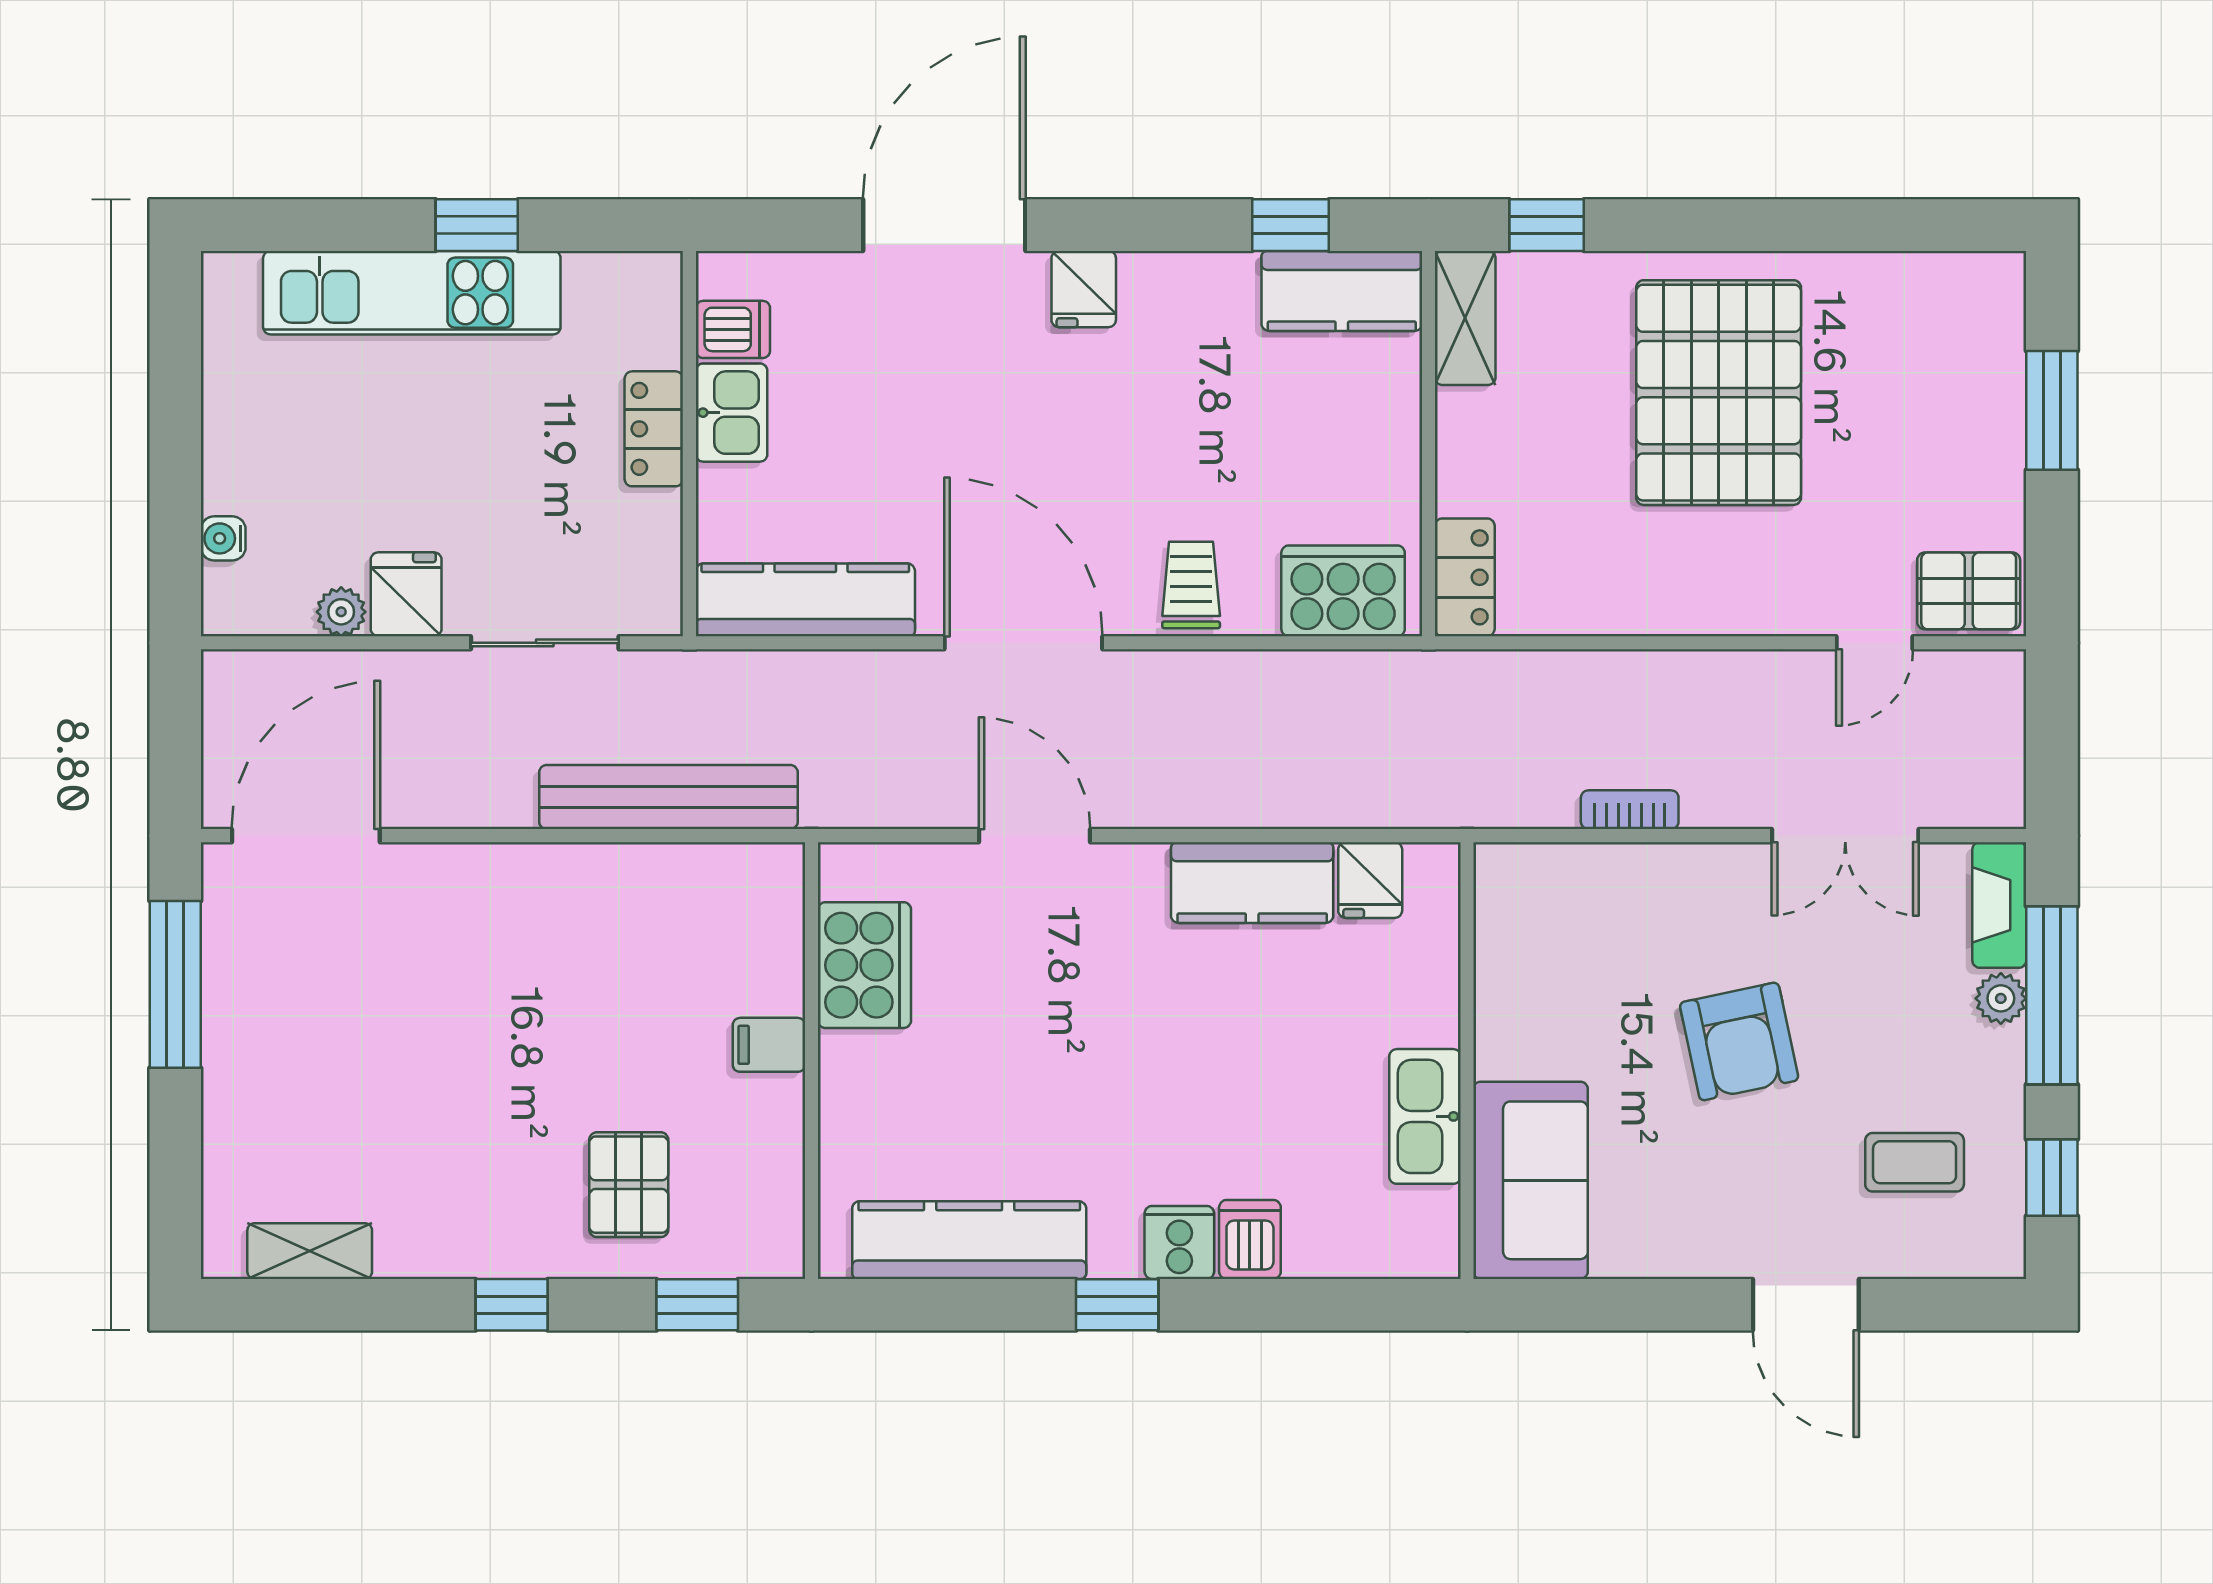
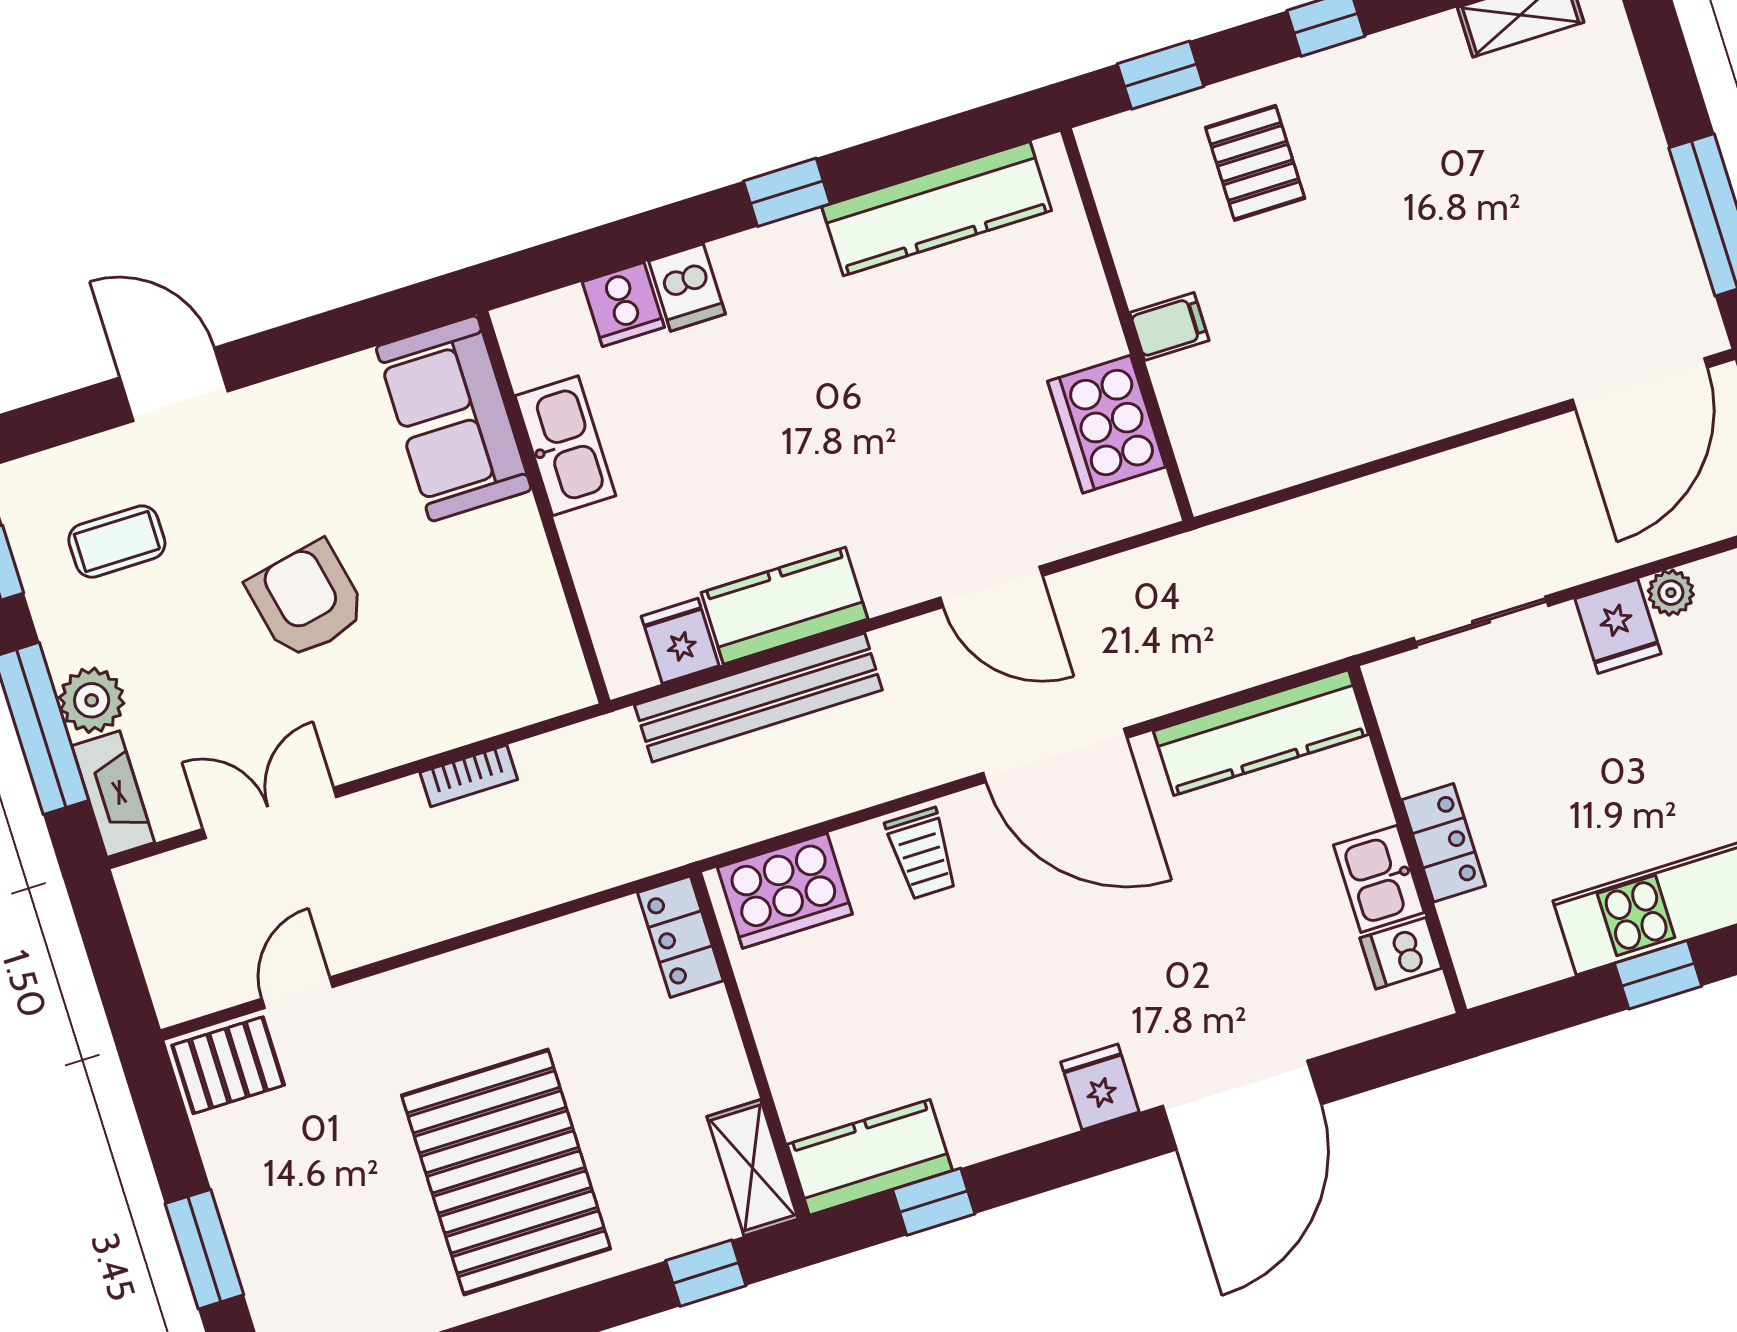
bench: (668, 797) -> (758, 698), moved
plant: (2001, 998) -> (92, 700), width x1.38, depth x1.38
cooker: (1179, 1242) -> (623, 304), moved

